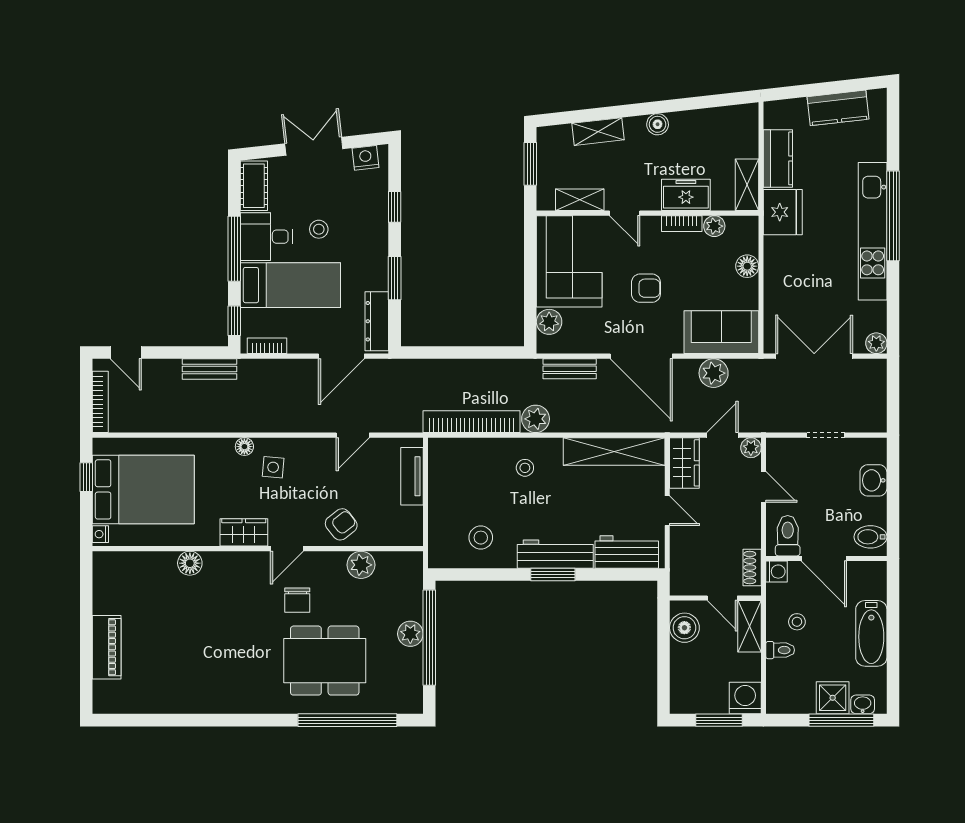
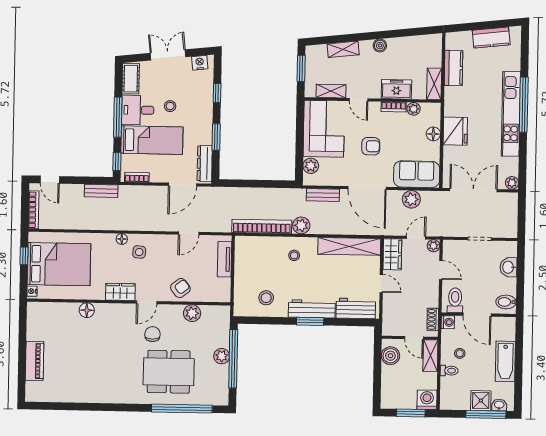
fridge: (783, 212) -> (455, 131), moved
chair: (297, 600) -> (152, 334), turned 180

